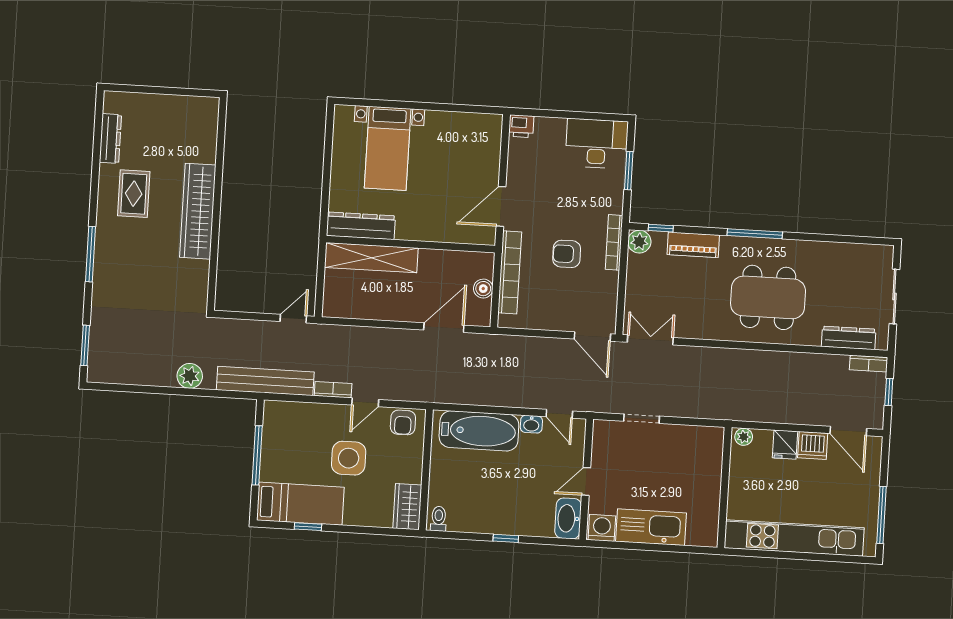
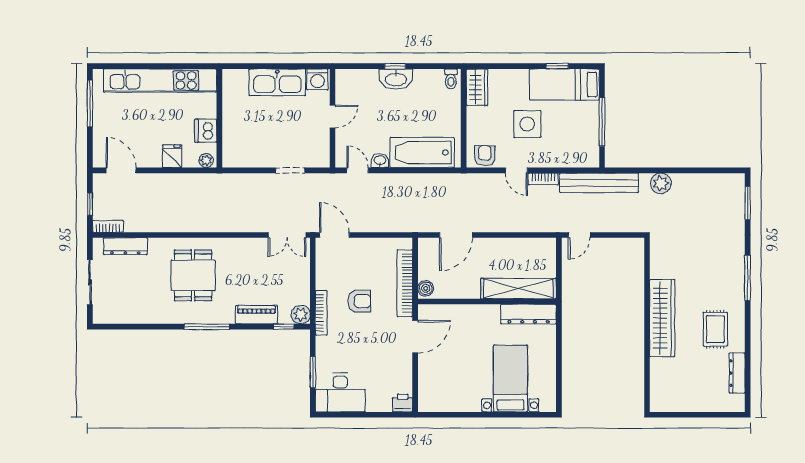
boiler: (483, 289) -> (426, 288), moved
dining table: (768, 297) -> (193, 275), width x0.73
door: (365, 402) -> (516, 170), swing flipped
dishwasher: (813, 445) -> (206, 131), moved, turned -90
washbasin: (568, 518) -> (396, 79), moved, turned 90

